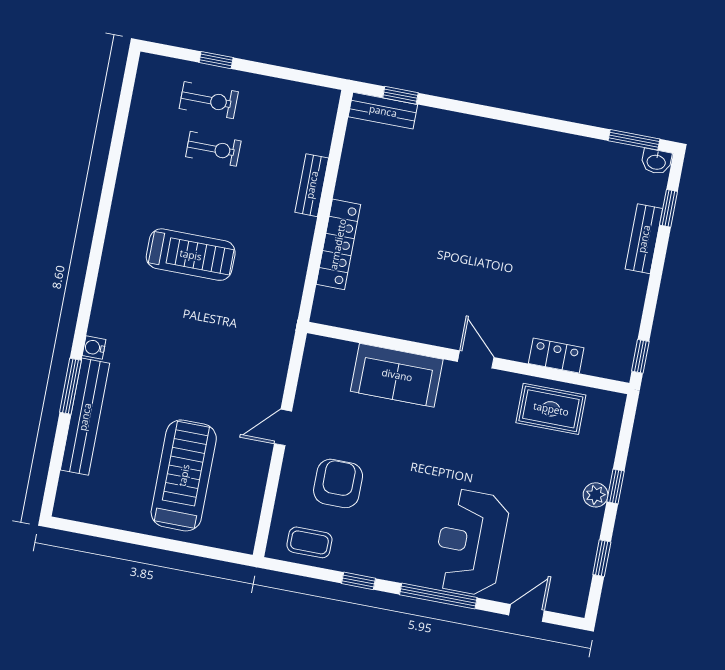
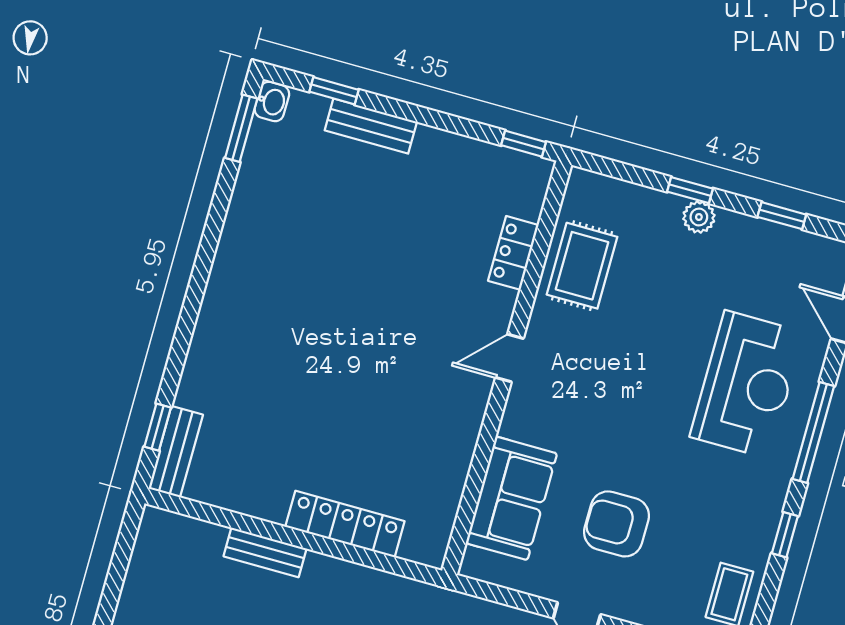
sofa: (397, 375) -> (511, 498), moved
armchair: (338, 483) -> (616, 524), moved
reception desk: (471, 542) -> (747, 384), turned -90

